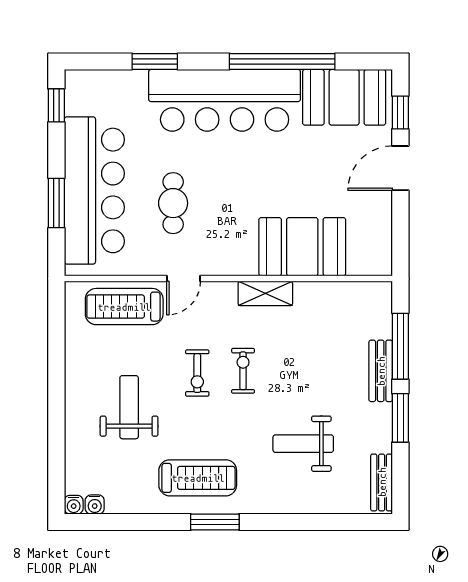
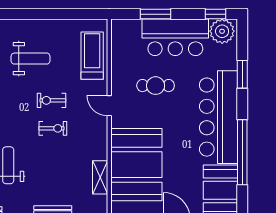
plant: (84, 95) -> (222, 31), added
bar counter: (94, 190) -> (175, 37), width x0.73
booth: (302, 247) -> (136, 165), width x1.36, depth x1.42
door: (184, 278) -> (109, 106), moved
shelving: (265, 293) -> (100, 177), moved

